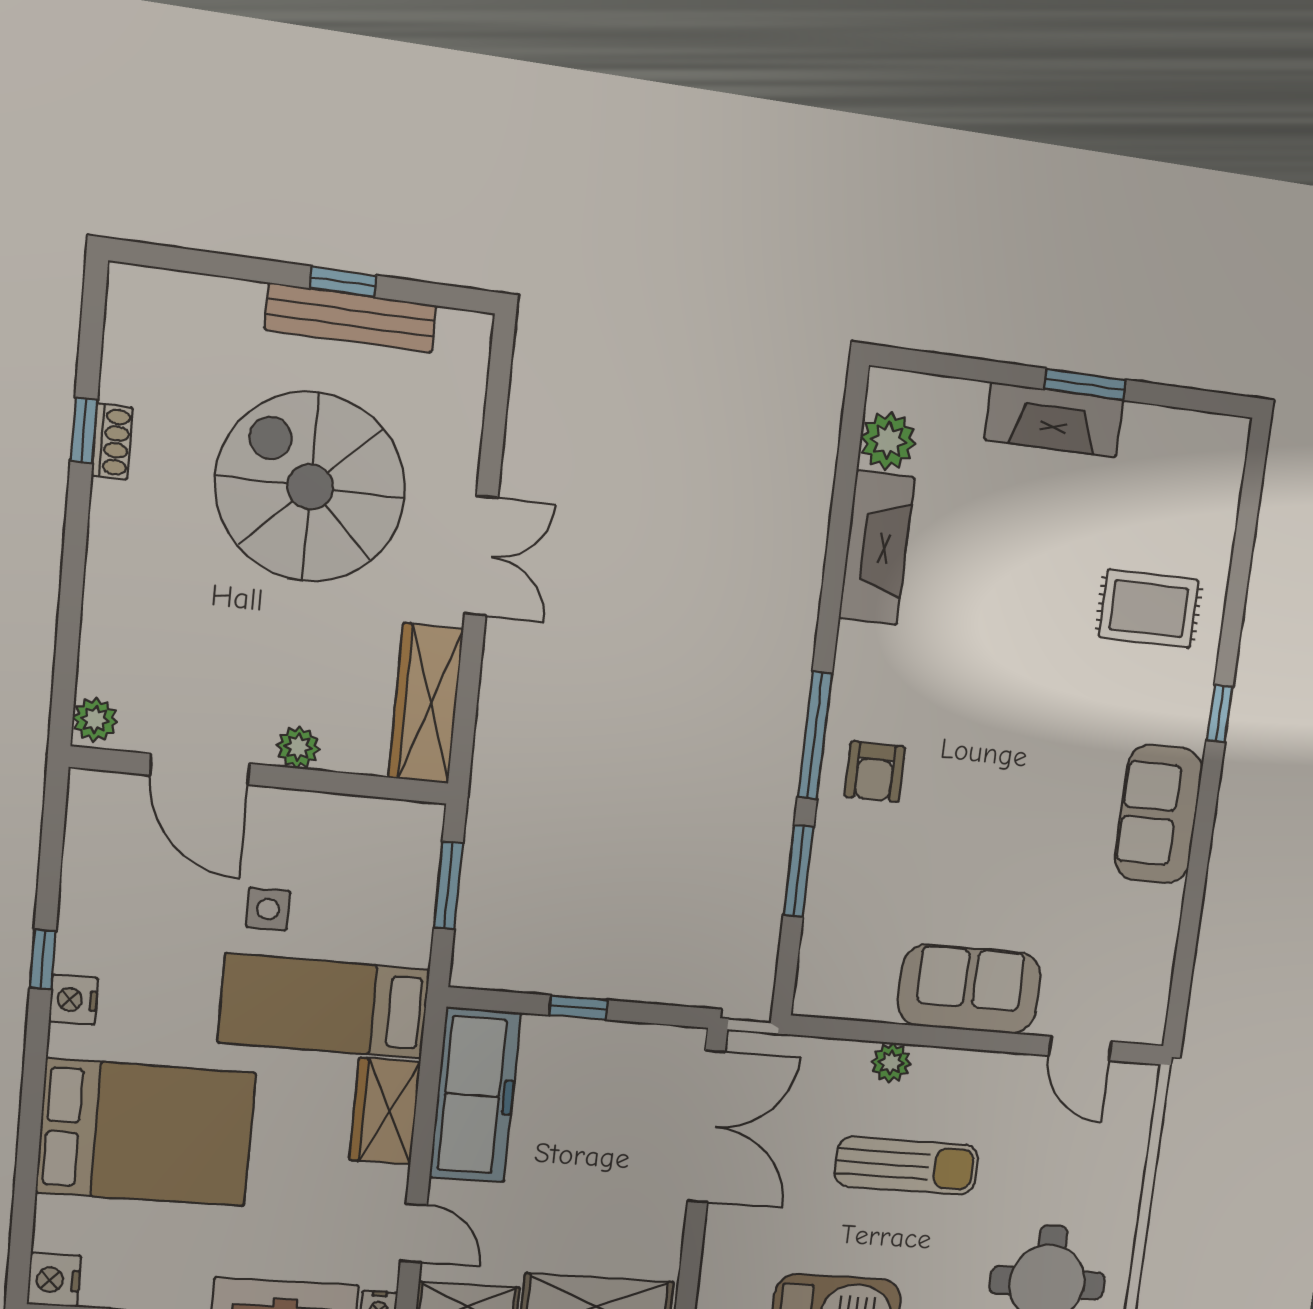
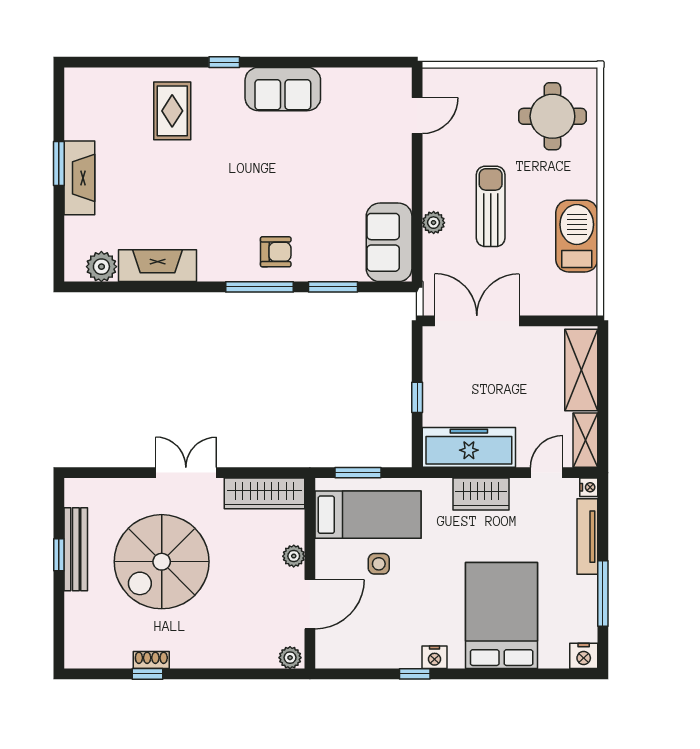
sofa: (969, 989) -> (389, 242), moved
bed: (324, 1006) -> (368, 515), moved, turned -90

